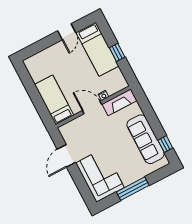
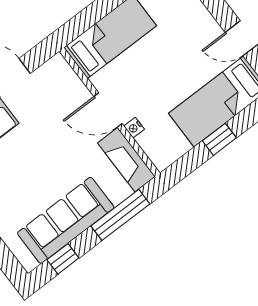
door: (92, 107) -> (108, 110), swing flipped
window: (148, 110) -> (120, 215), added

